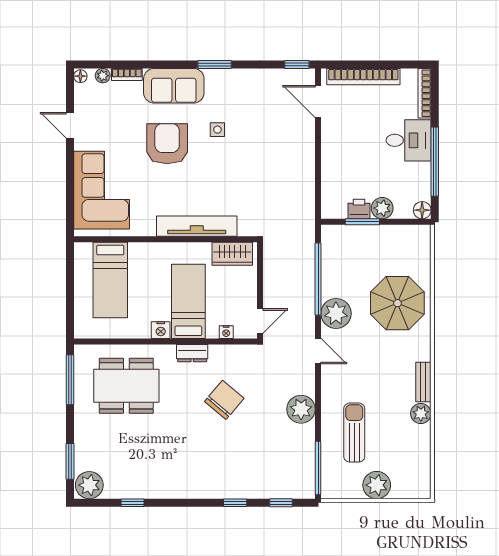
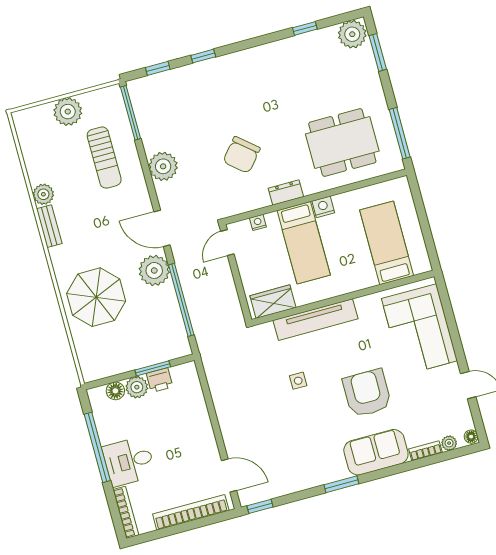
side table: (217, 130) -> (298, 381), moved
armchair: (167, 144) -> (367, 393), turned 180
floor lamp: (422, 210) -> (115, 391), moved
door: (318, 351) -> (162, 228), width x1.38

